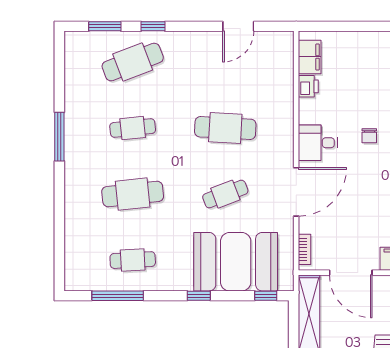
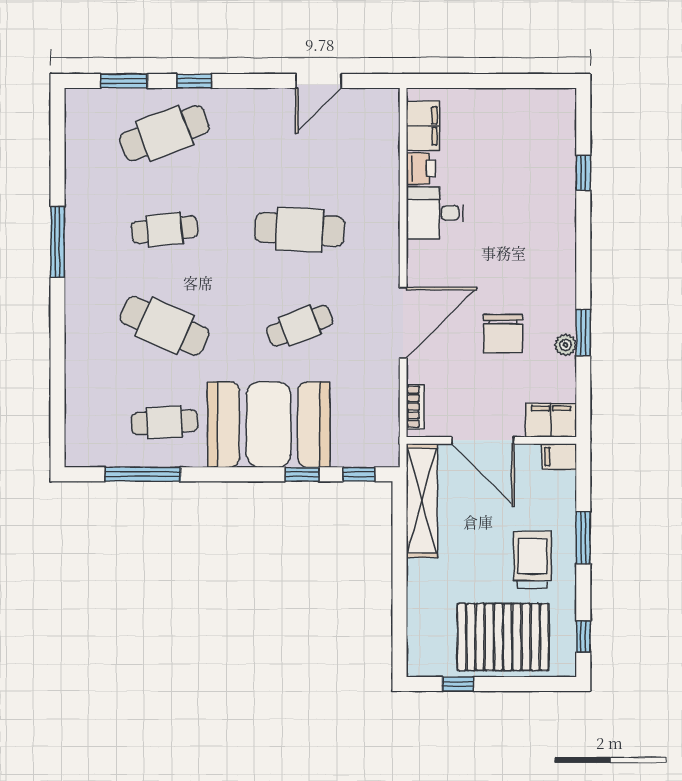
chair: (369, 136) -> (503, 334), moved, width x1.87, depth x1.87
desk: (318, 143) -> (435, 213), moved
cafe table: (133, 194) -> (165, 326), turned 30
booth: (236, 262) -> (269, 425), moved
window: (199, 296) -> (302, 474), moved

